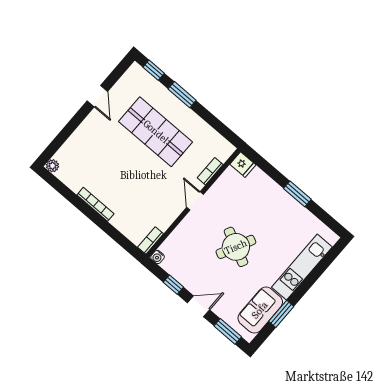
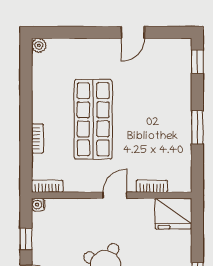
window: (182, 95) -> (197, 127), moved
shop shelf: (156, 132) -> (93, 119), moved
fridge: (243, 165) -> (173, 214), width x1.88, depth x1.34
bookcase: (95, 204) -> (37, 138), moved, width x0.64

